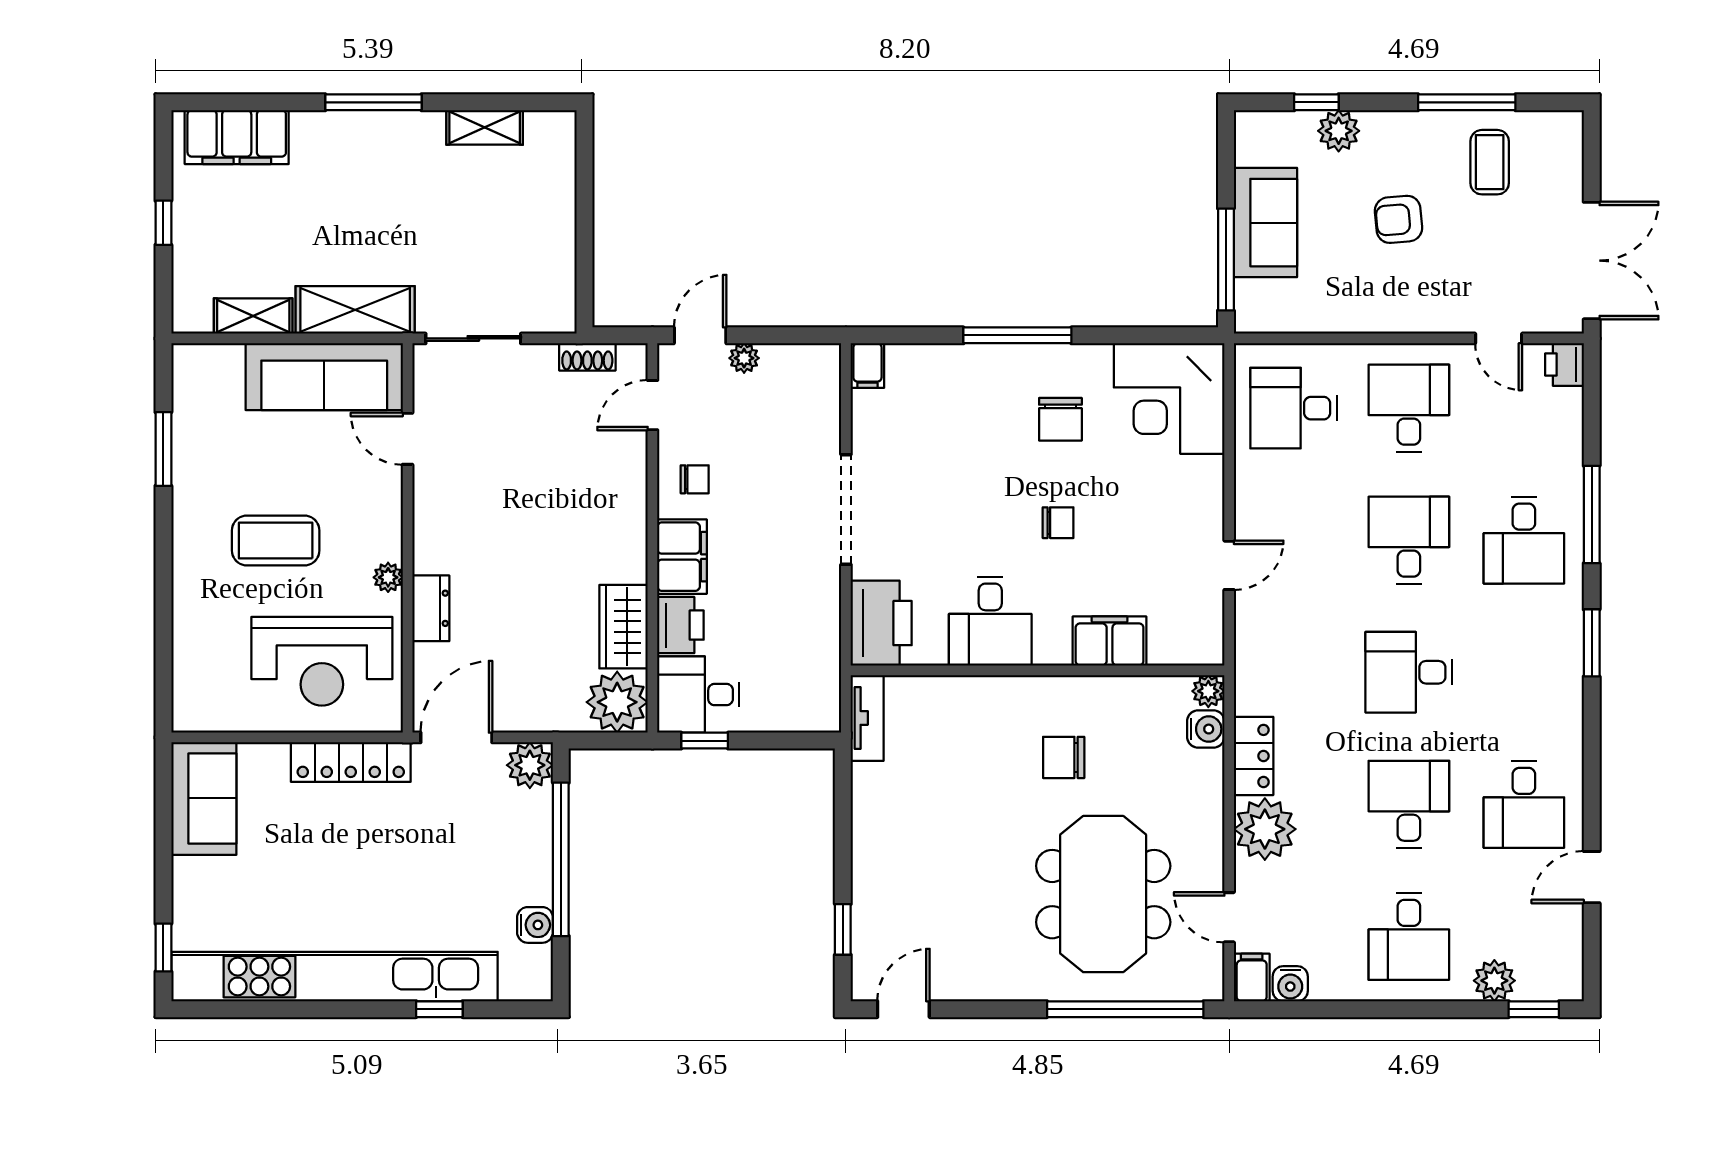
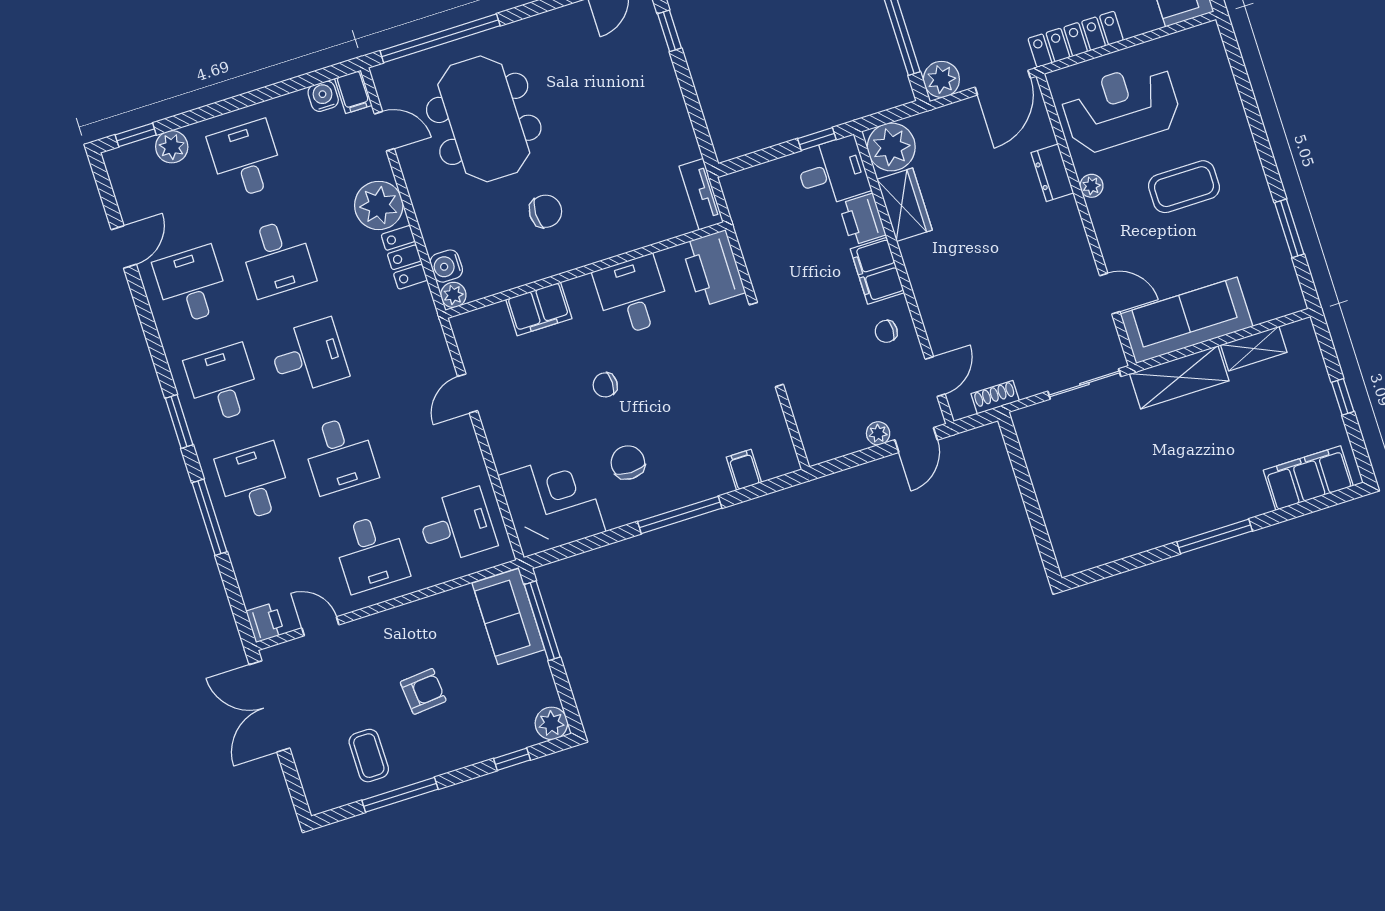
shelving: (485, 127) -> (1126, 544), removed
plant: (1339, 131) -> (551, 723), moved
sofa: (1265, 223) -> (508, 616), moved
filing cabinet: (867, 366) -> (744, 470), moved
desk: (1524, 672) -> (223, 384), added

